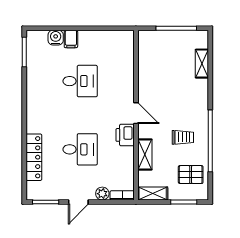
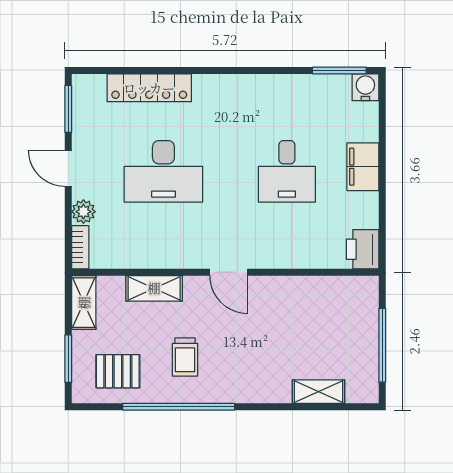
water cooler: (56, 38) -> (365, 87), moved, turned -90
filing cabinet: (71, 39) -> (363, 167), width x2.00
door: (136, 113) -> (229, 272), hinge flipped
printer: (125, 135) -> (363, 249), moved, turned -90
desk: (80, 149) -> (163, 171), width x1.37
pallet: (191, 175) -> (118, 371), turned 90

